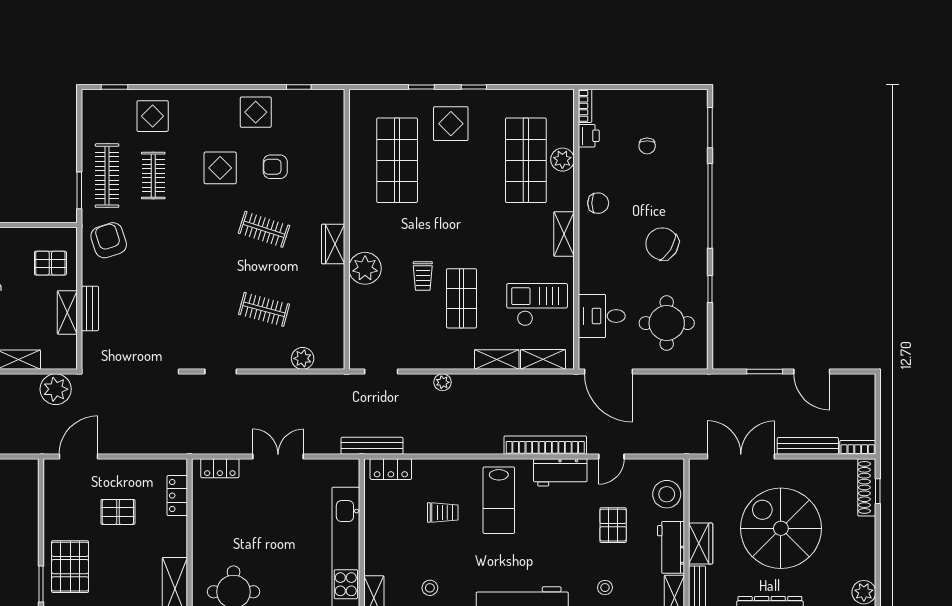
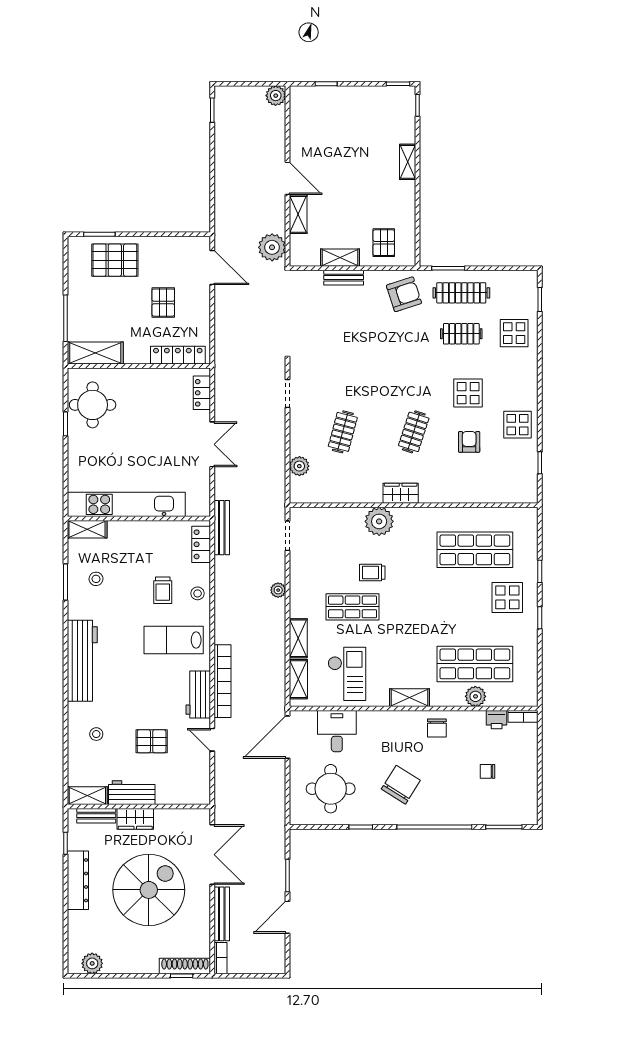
stool: (667, 494) -> (198, 593), moved, width x0.53, depth x0.53
locker: (177, 496) -> (178, 355), width x1.53

